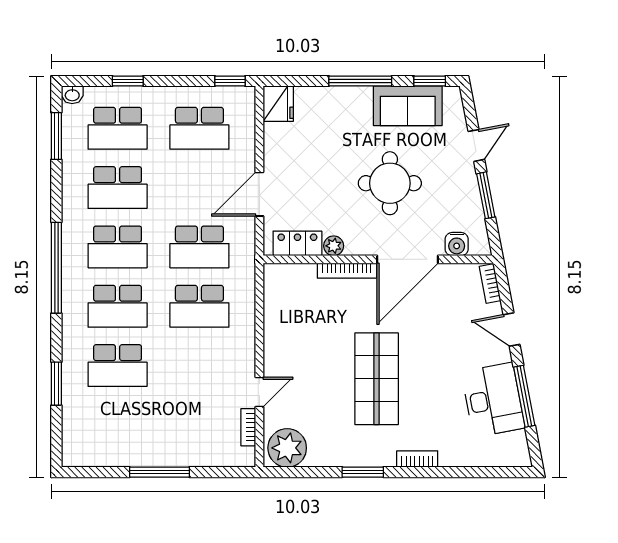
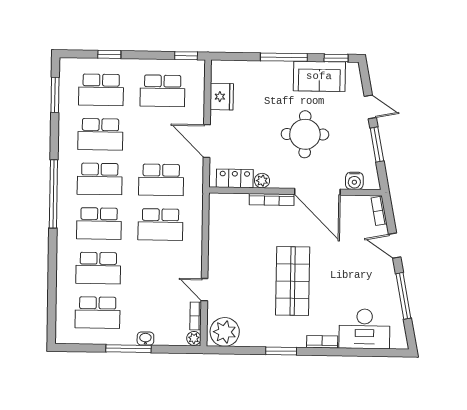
washbasin: (72, 95) -> (145, 339), moved, turned 180
fridge: (278, 104) -> (222, 97), moved
door: (476, 145) -> (370, 107), hinge flipped
door: (259, 194) -> (207, 141), hinge flipped
door: (408, 259) -> (317, 192), hinge flipped
window: (56, 384) -> (52, 281), removed
door: (259, 392) -> (204, 290), swing flipped
desk: (493, 400) -> (364, 329), moved, turned 101
school desk: (118, 425) -> (98, 313), added
plant: (246, 457) -> (194, 338), added

